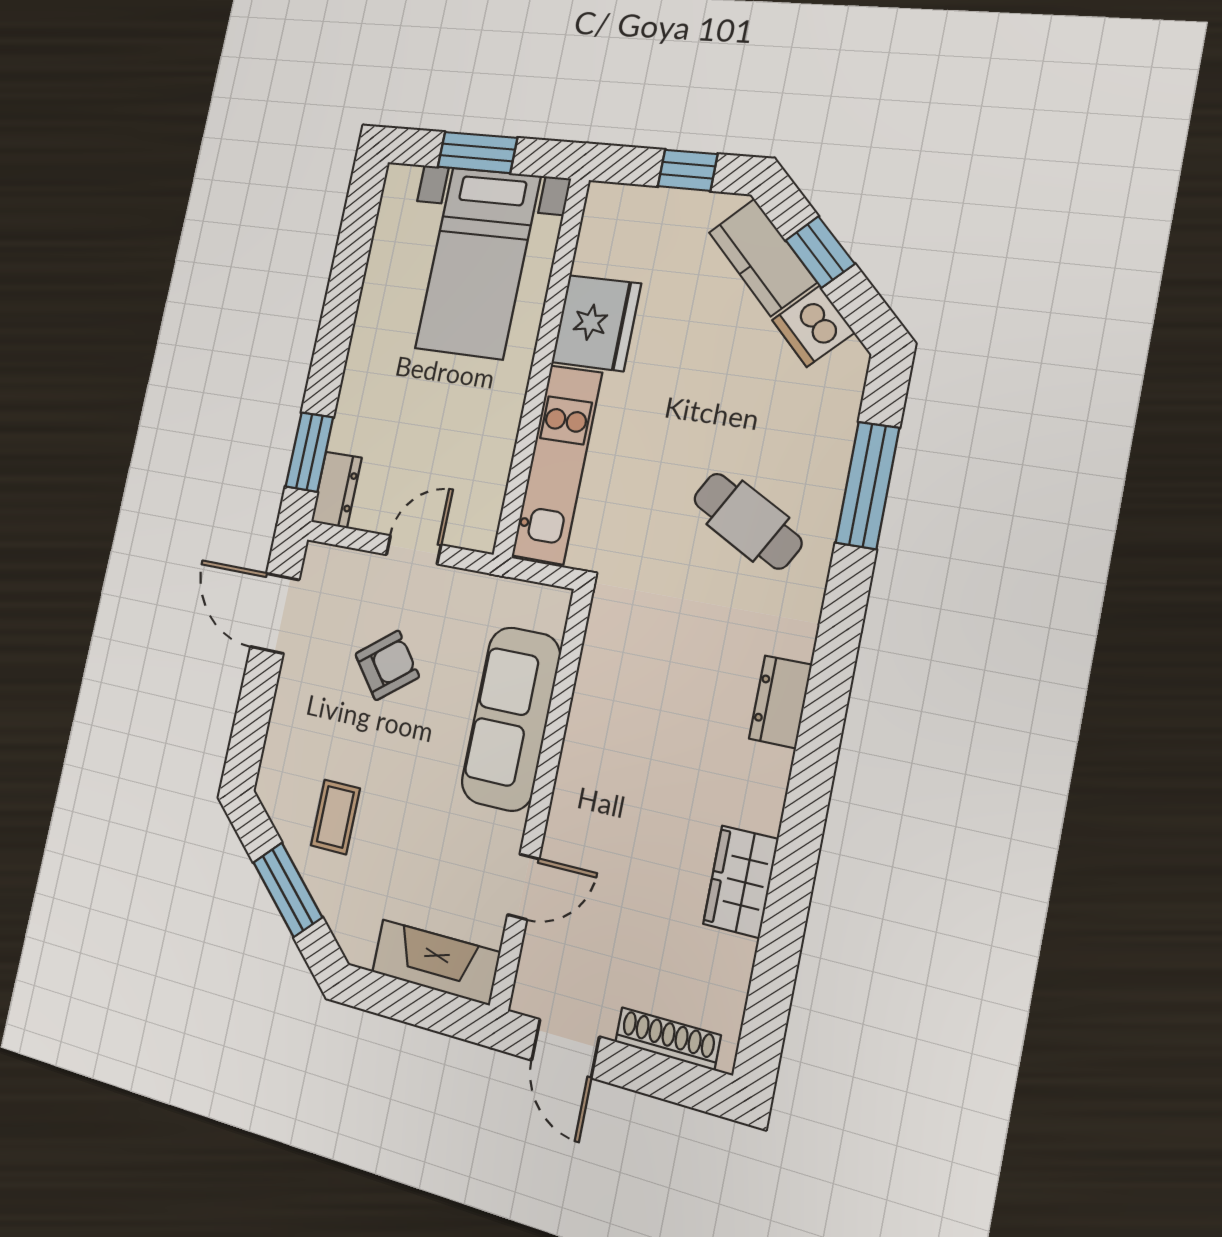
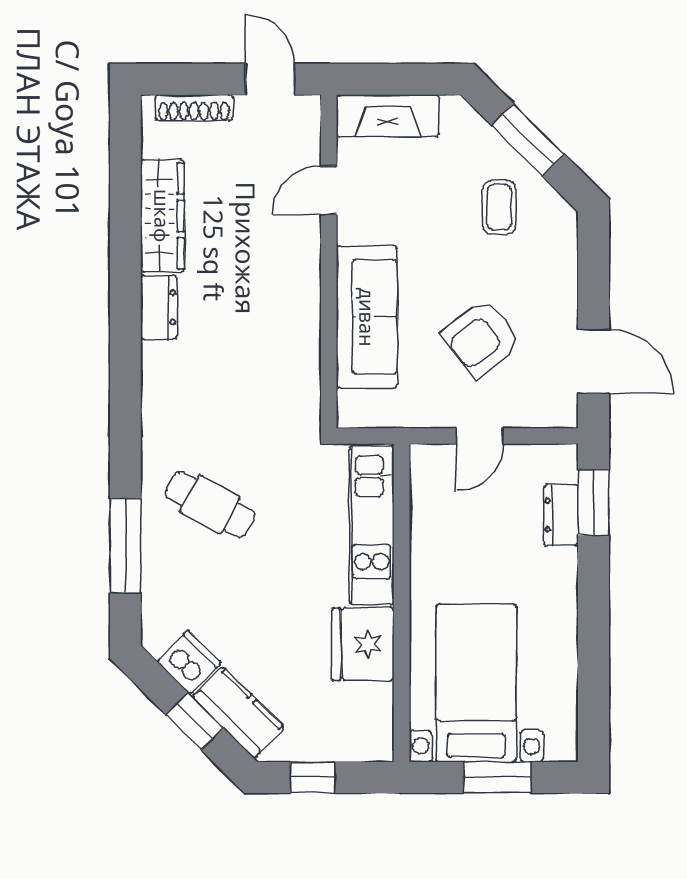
dresser: (336, 490) -> (561, 515), moved
armchair: (387, 665) -> (482, 338), width x1.38, depth x1.38
dresser: (780, 702) -> (159, 307), moved
wardrobe: (741, 881) -> (162, 216), width x1.50

